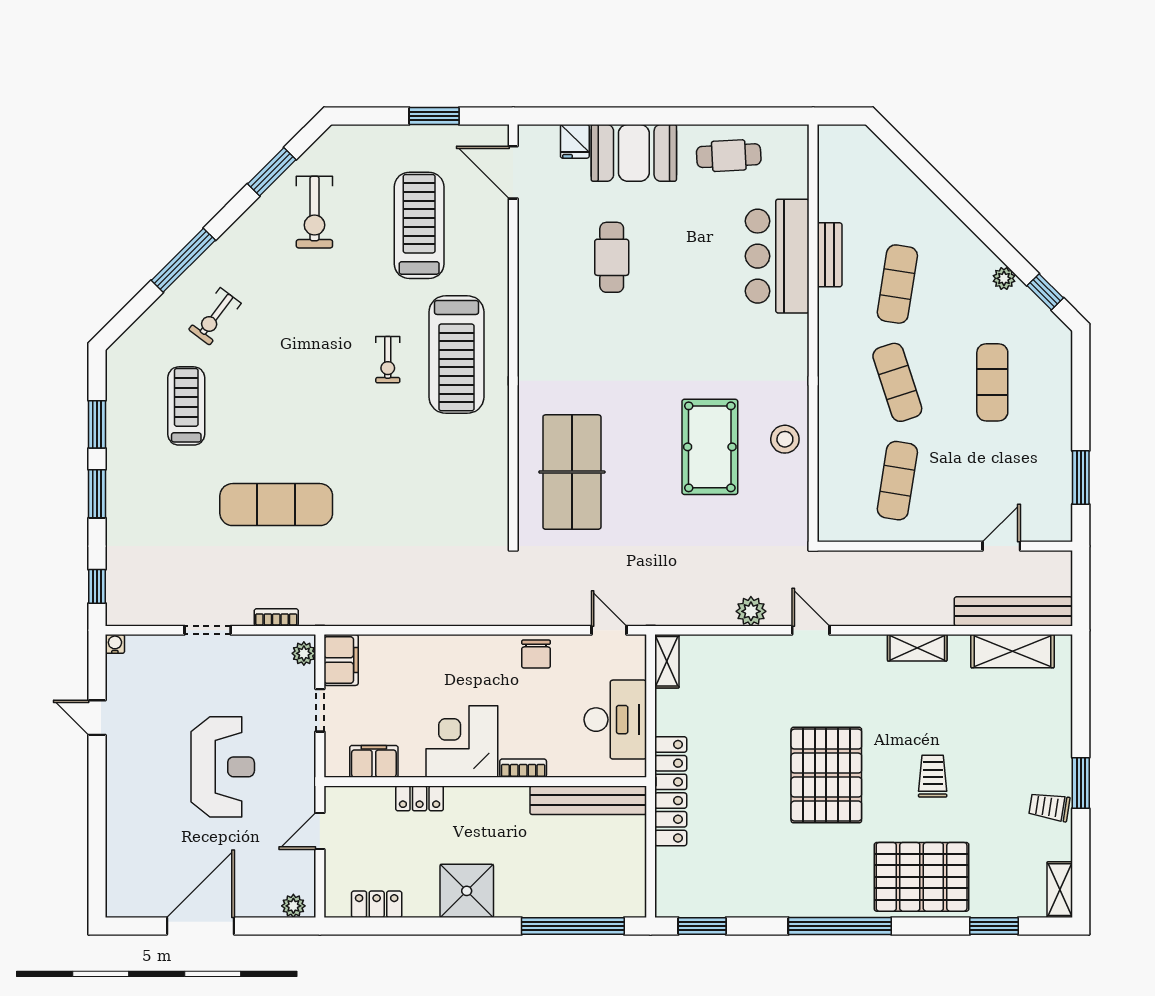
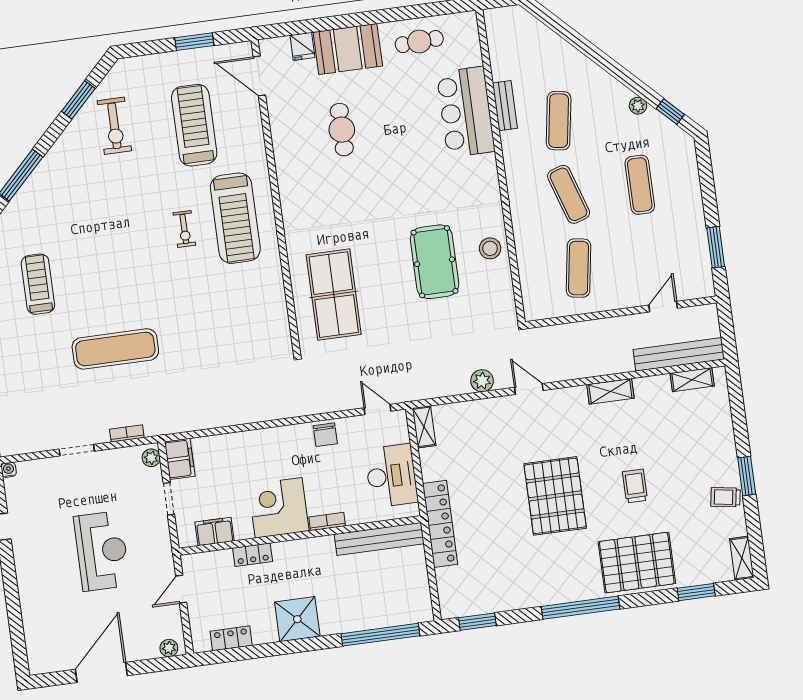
exercise bike: (215, 316) -> (50, 214), removed
shelving: (1013, 651) -> (692, 380), width x0.67, depth x0.75

